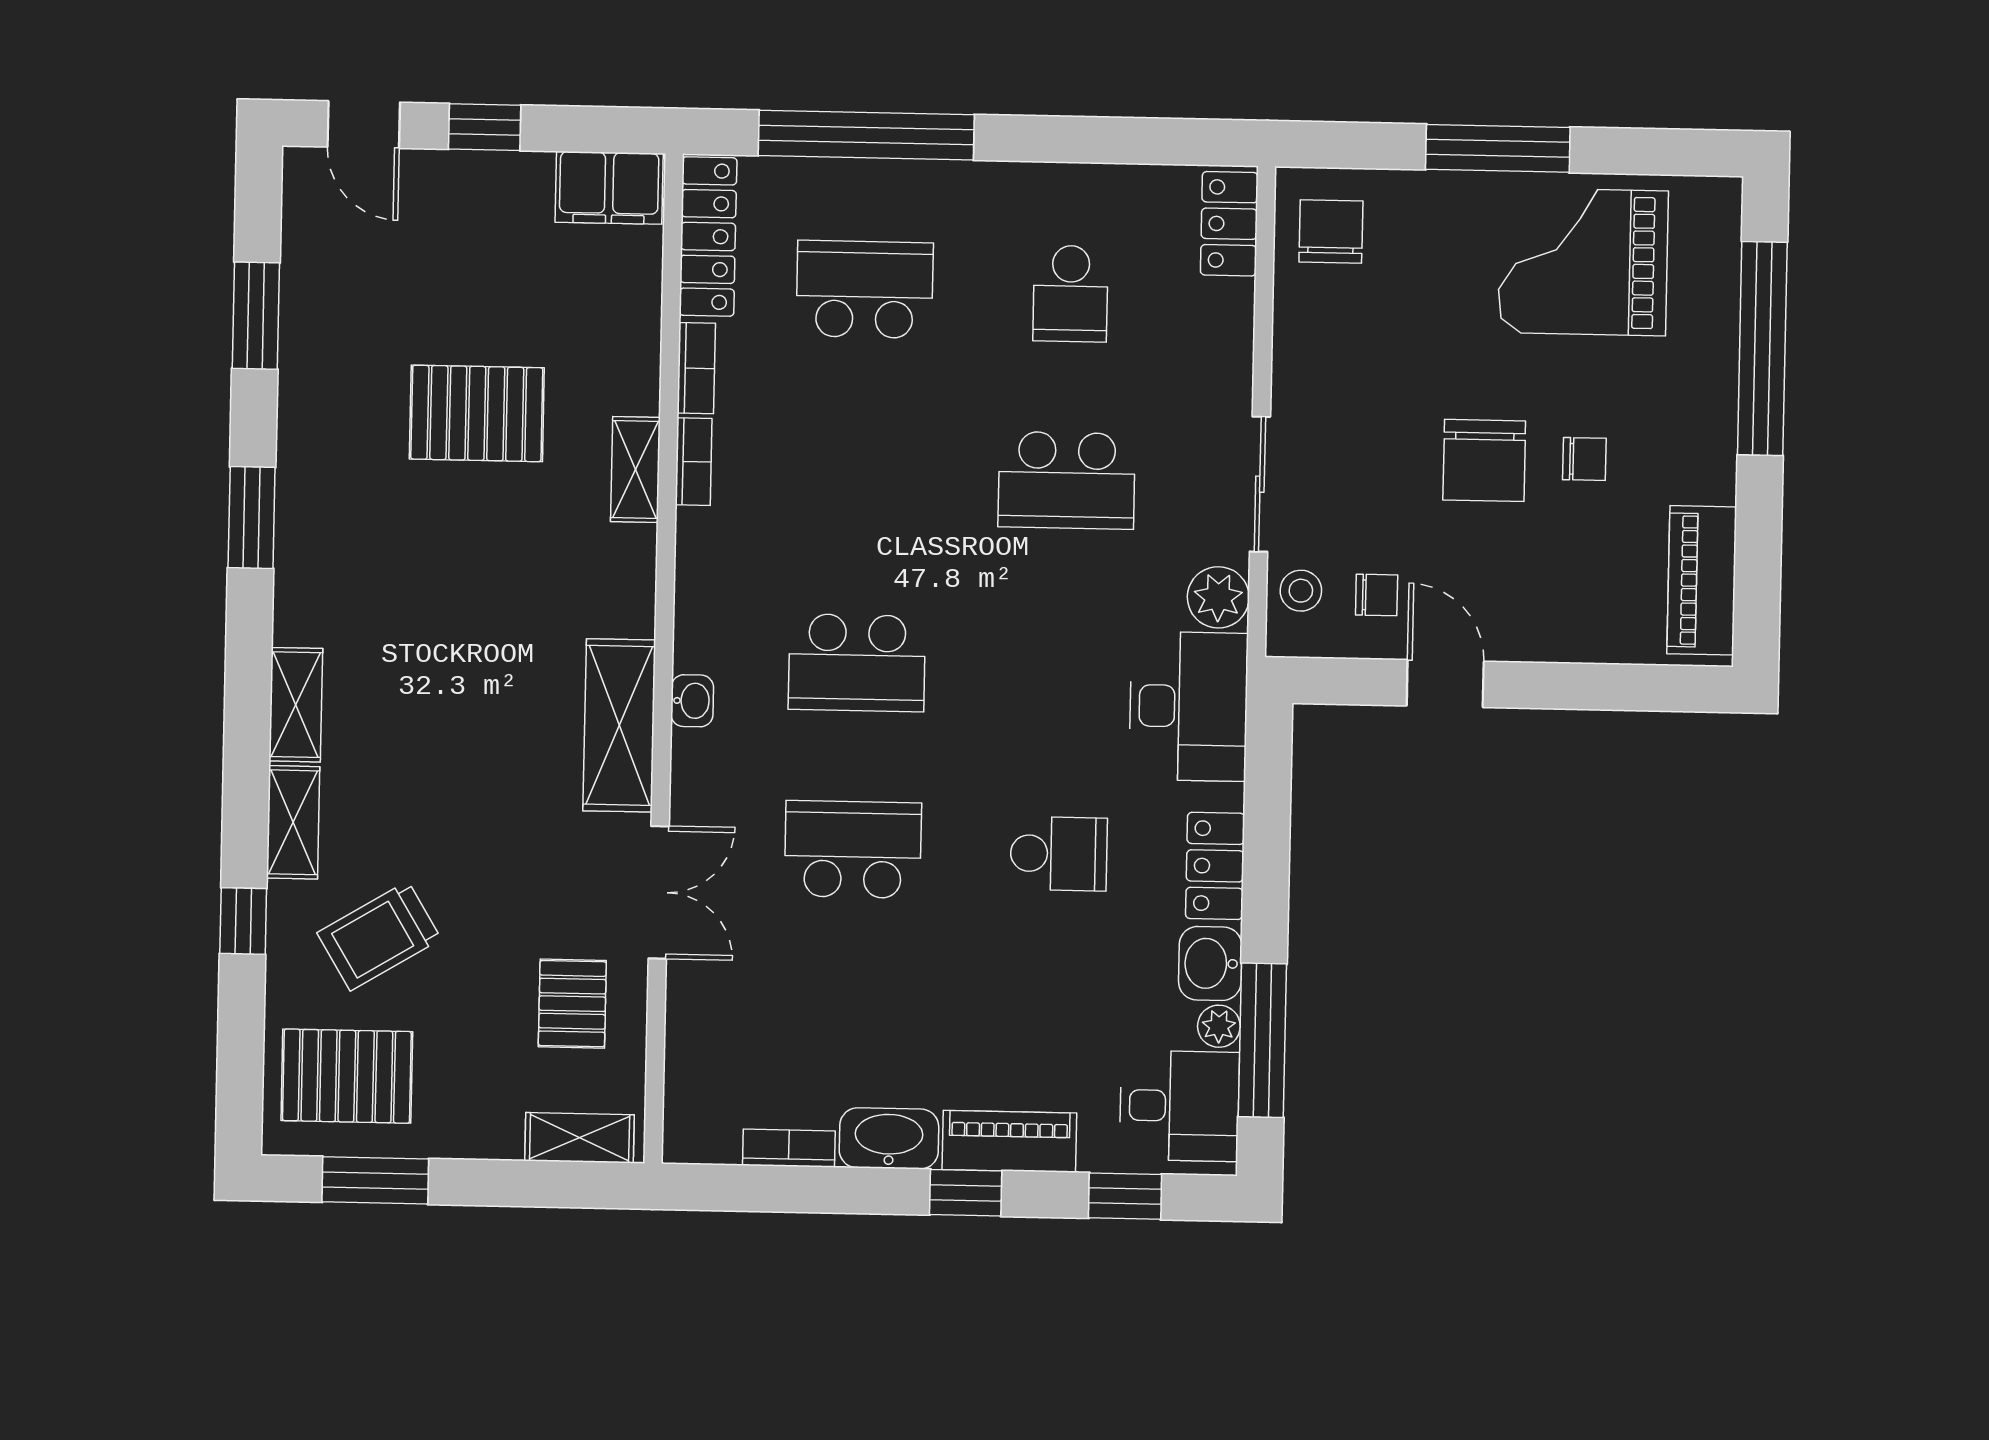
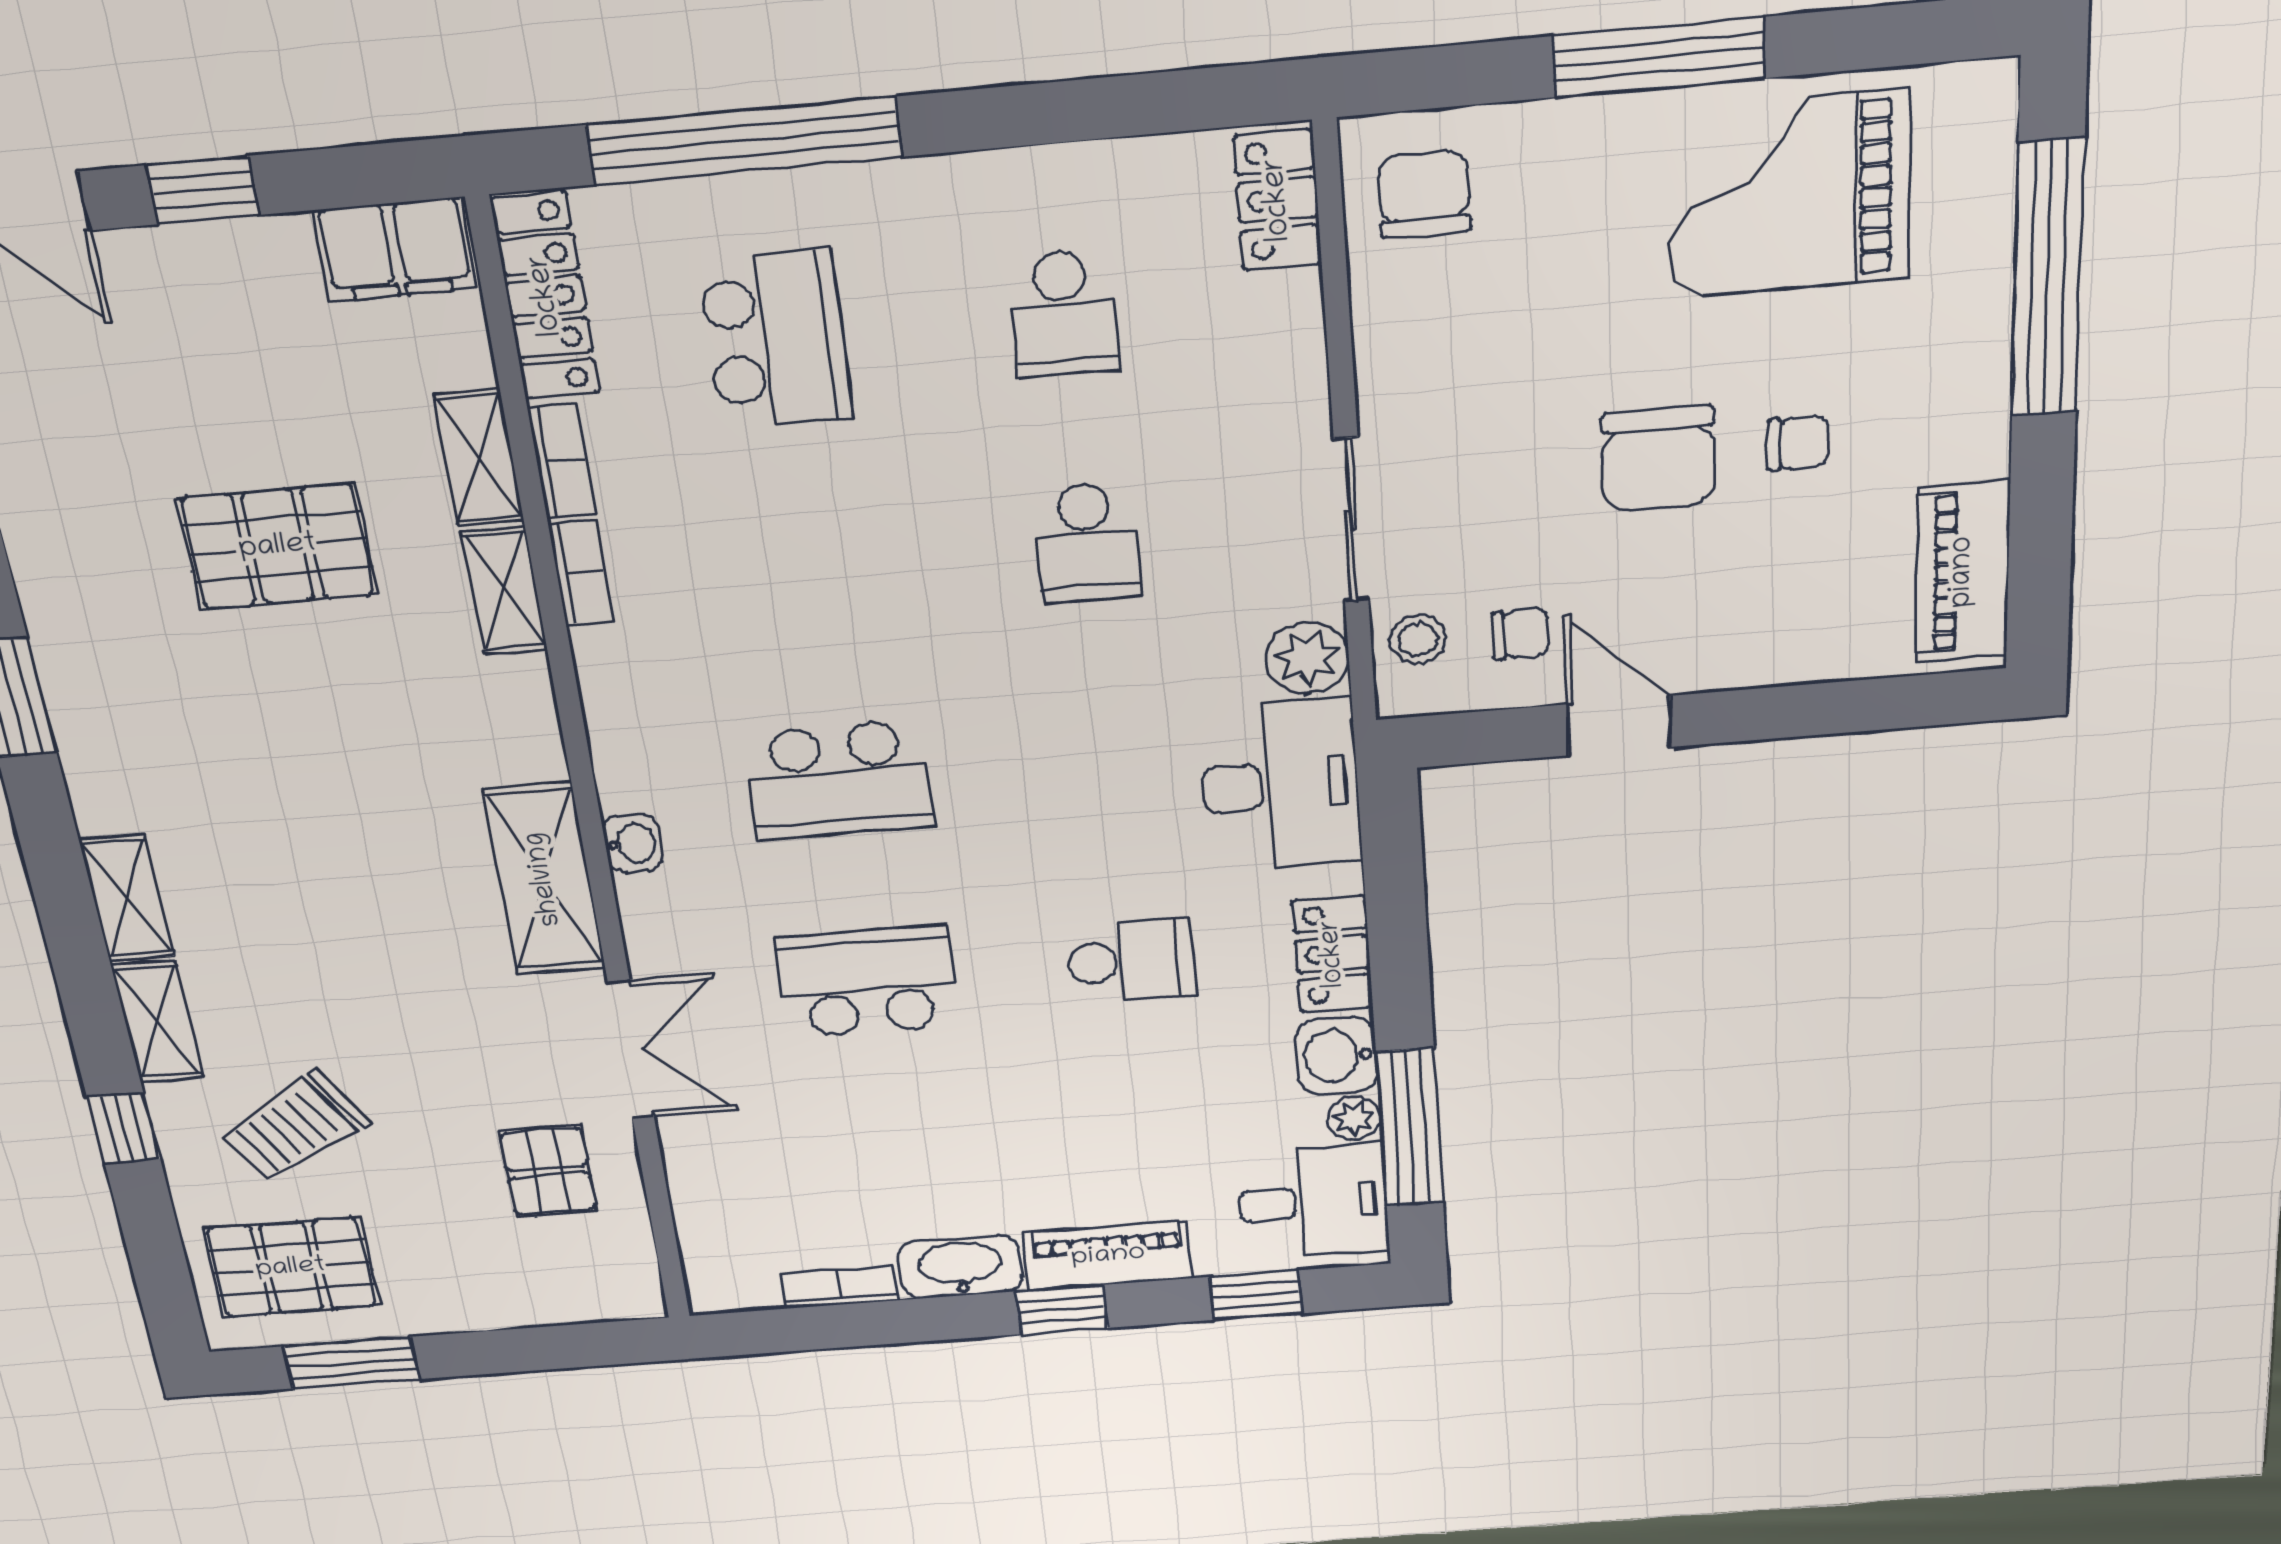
school desk: (865, 289) -> (775, 339), turned 90
school desk: (1067, 480) -> (1087, 543), width x0.54
shelving: (580, 1138) -> (479, 458), moved, turned 90

